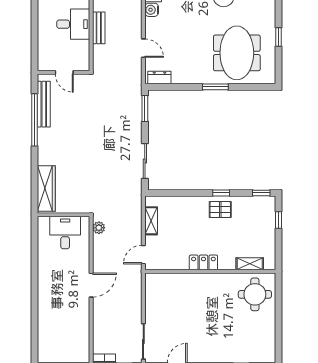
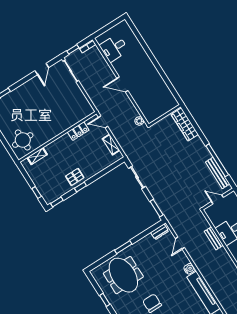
door: (143, 48) -> (180, 243), hinge flipped
desk: (65, 233) -> (114, 48), moved, turned 90
door: (143, 255) -> (103, 122), swing flipped
locker: (203, 262) -> (78, 131), moved
door: (91, 285) -> (122, 84), hinge flipped

